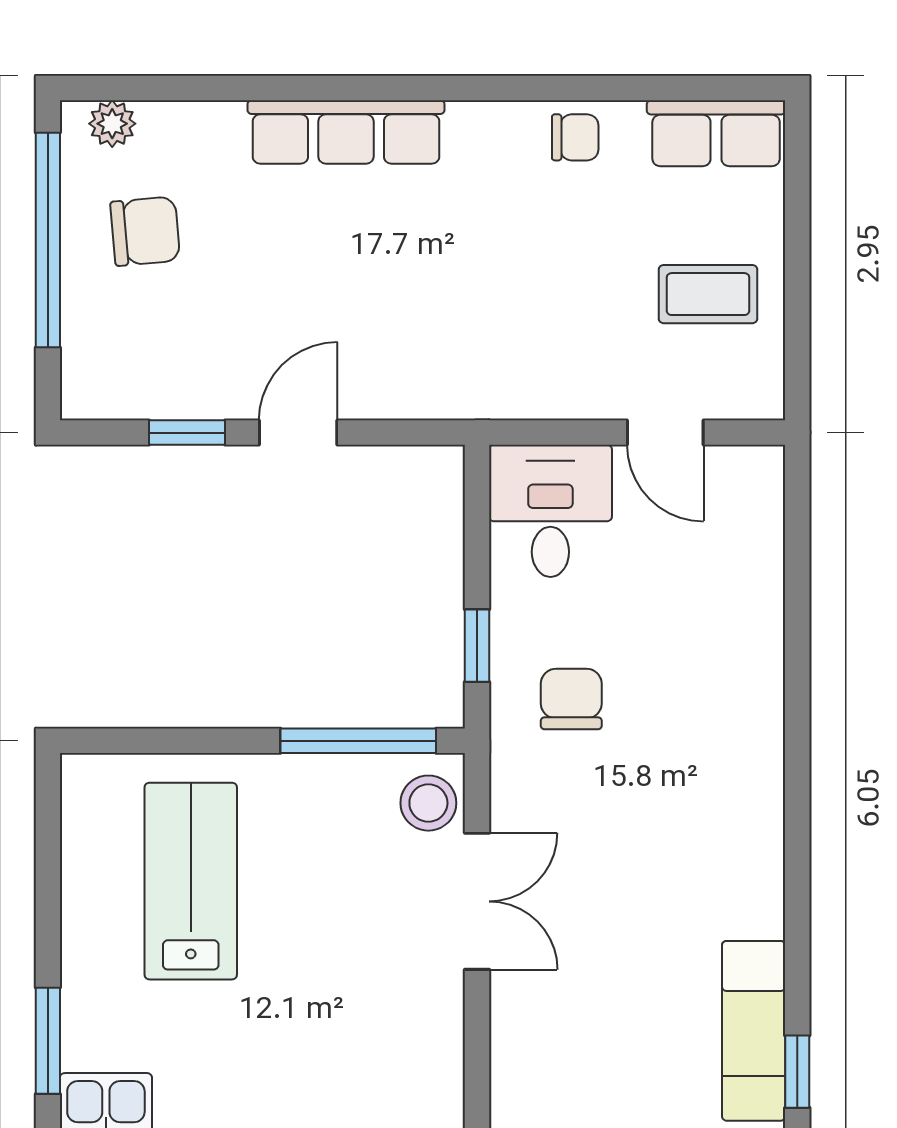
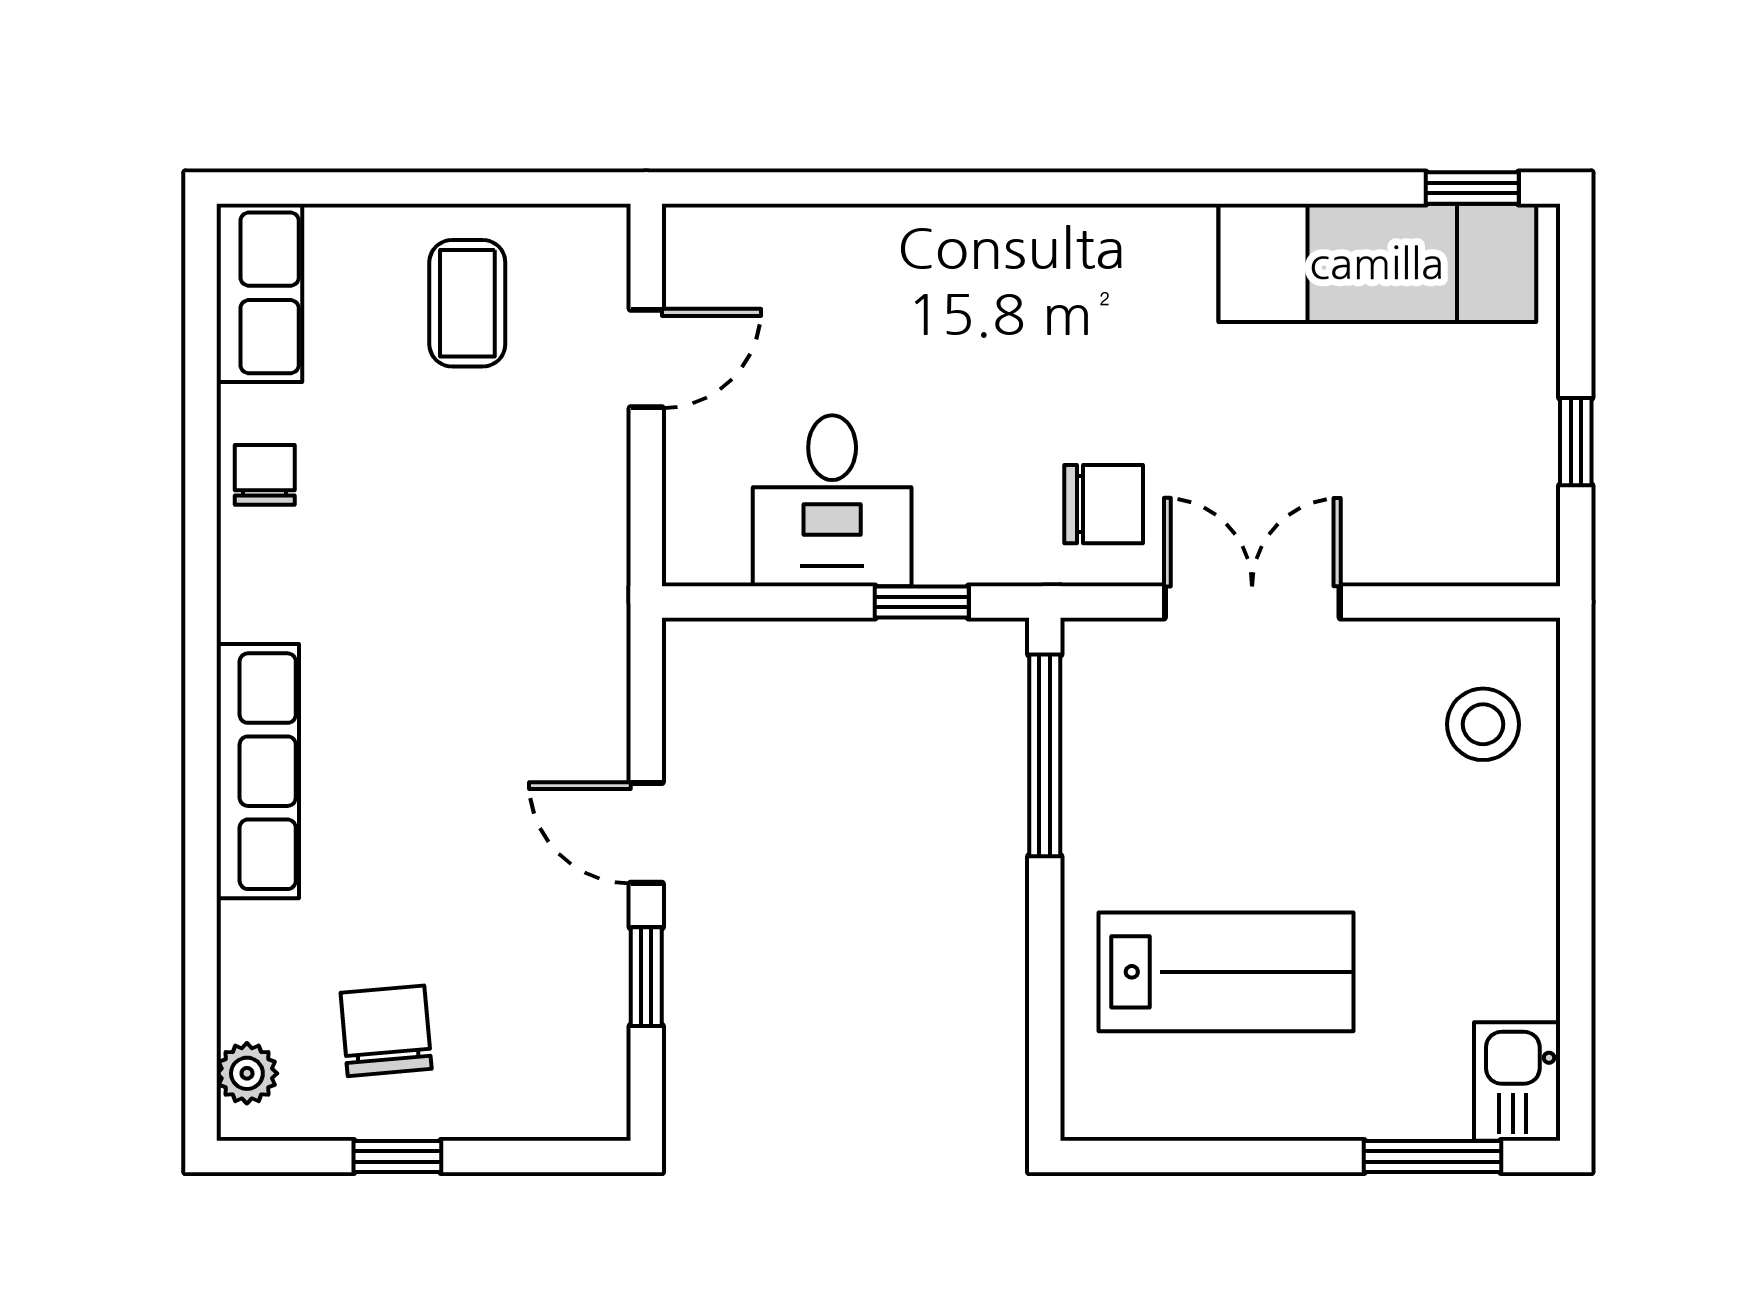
window: (48, 240) -> (397, 1157), width x0.32
desk: (550, 511) -> (832, 501), moved, turned -90
chair: (571, 699) -> (1104, 504), moved, turned 180
stool: (428, 803) -> (1483, 724), moved
lab bench: (191, 881) -> (1226, 972), turned 180
exam couch: (754, 1031) -> (1377, 263), width x1.36, depth x1.45

